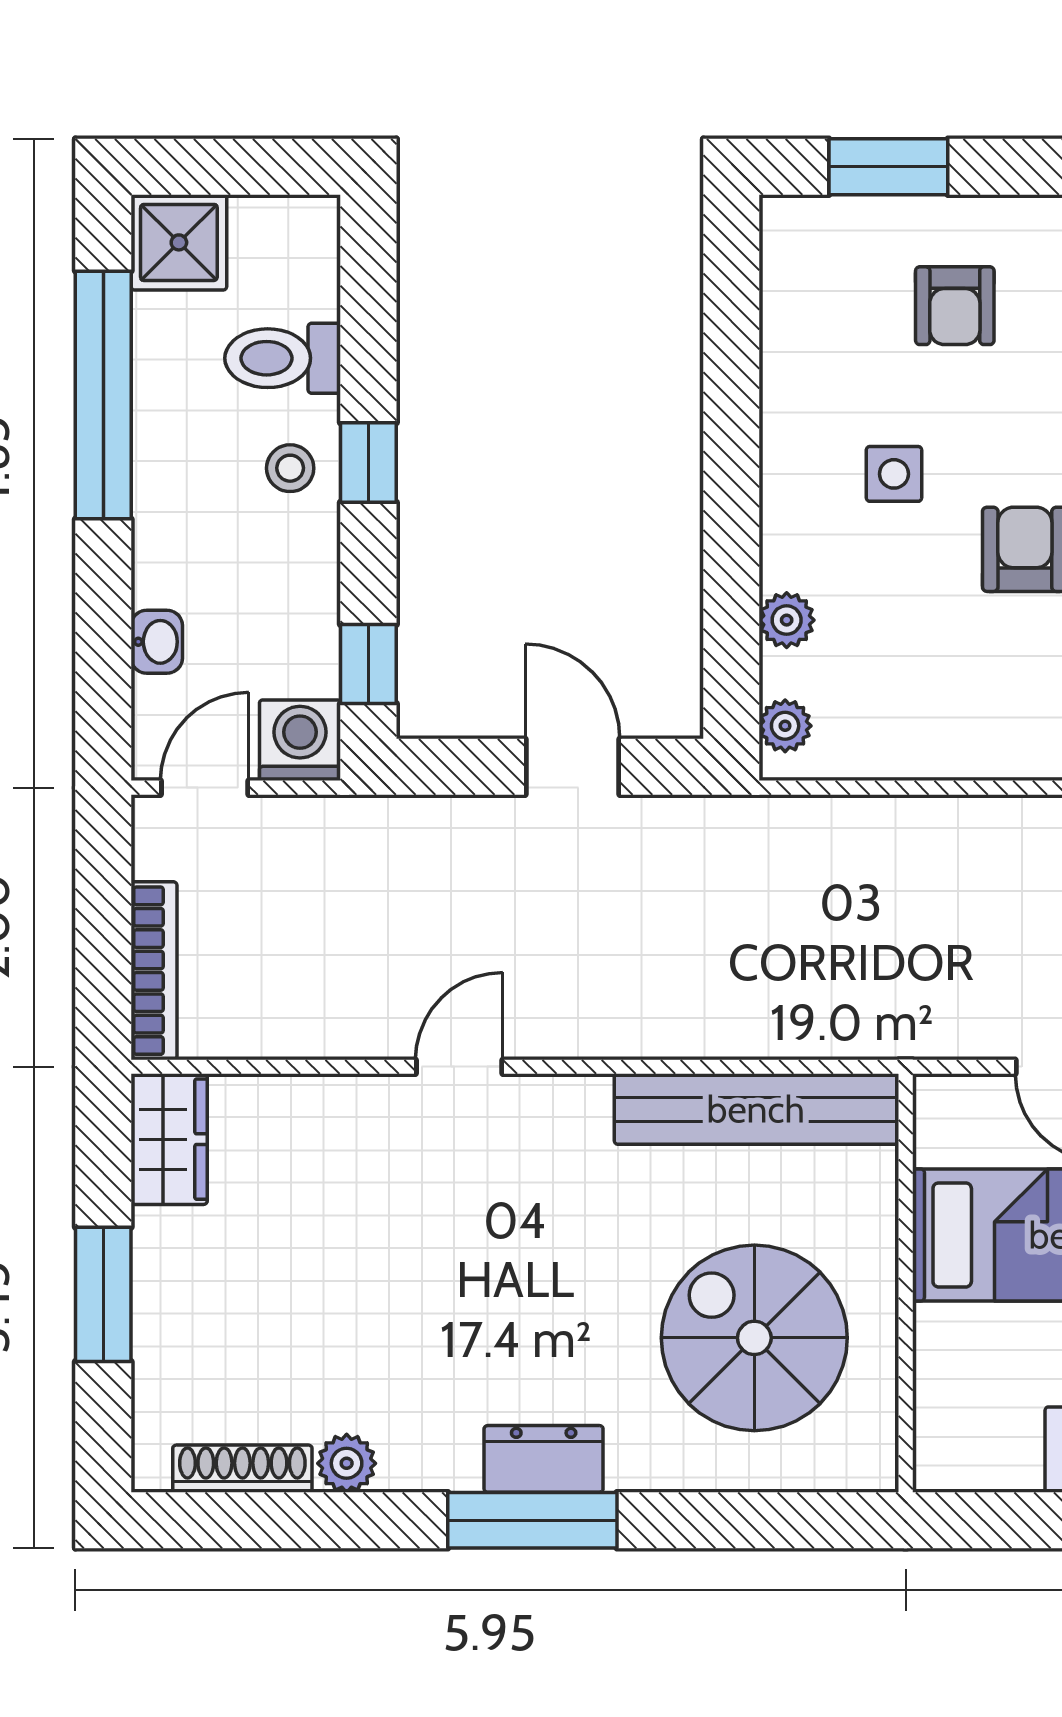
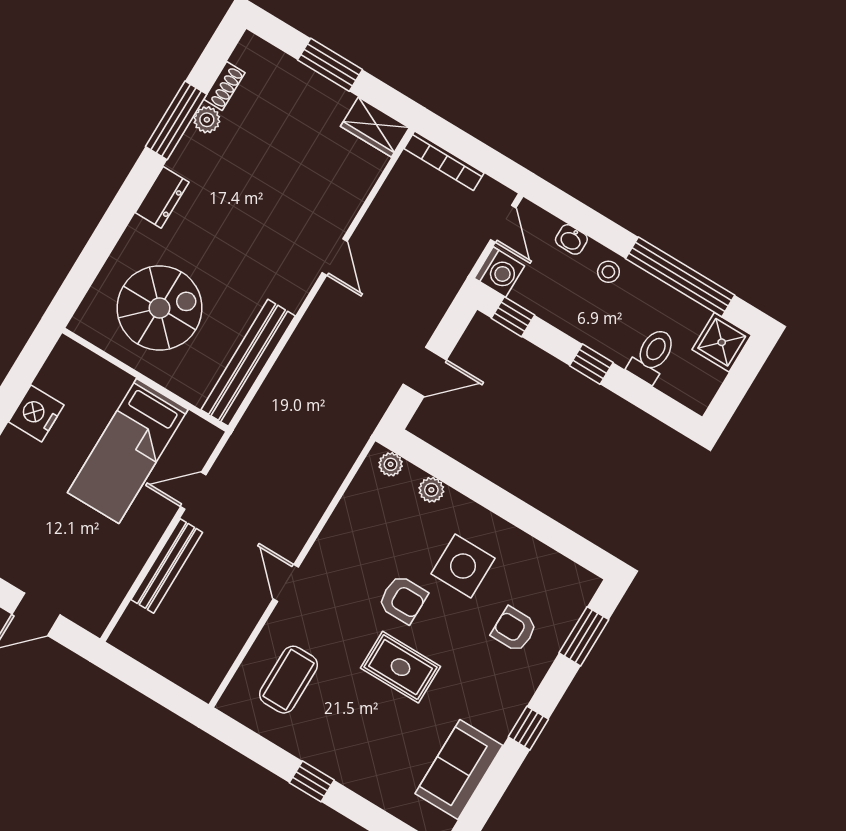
stool: (290, 468) -> (608, 272), moved
side table: (894, 474) -> (463, 566), width x1.87, depth x1.87
shoe rack: (242, 1469) -> (224, 86), width x0.70
window: (532, 1520) -> (176, 120), moved

